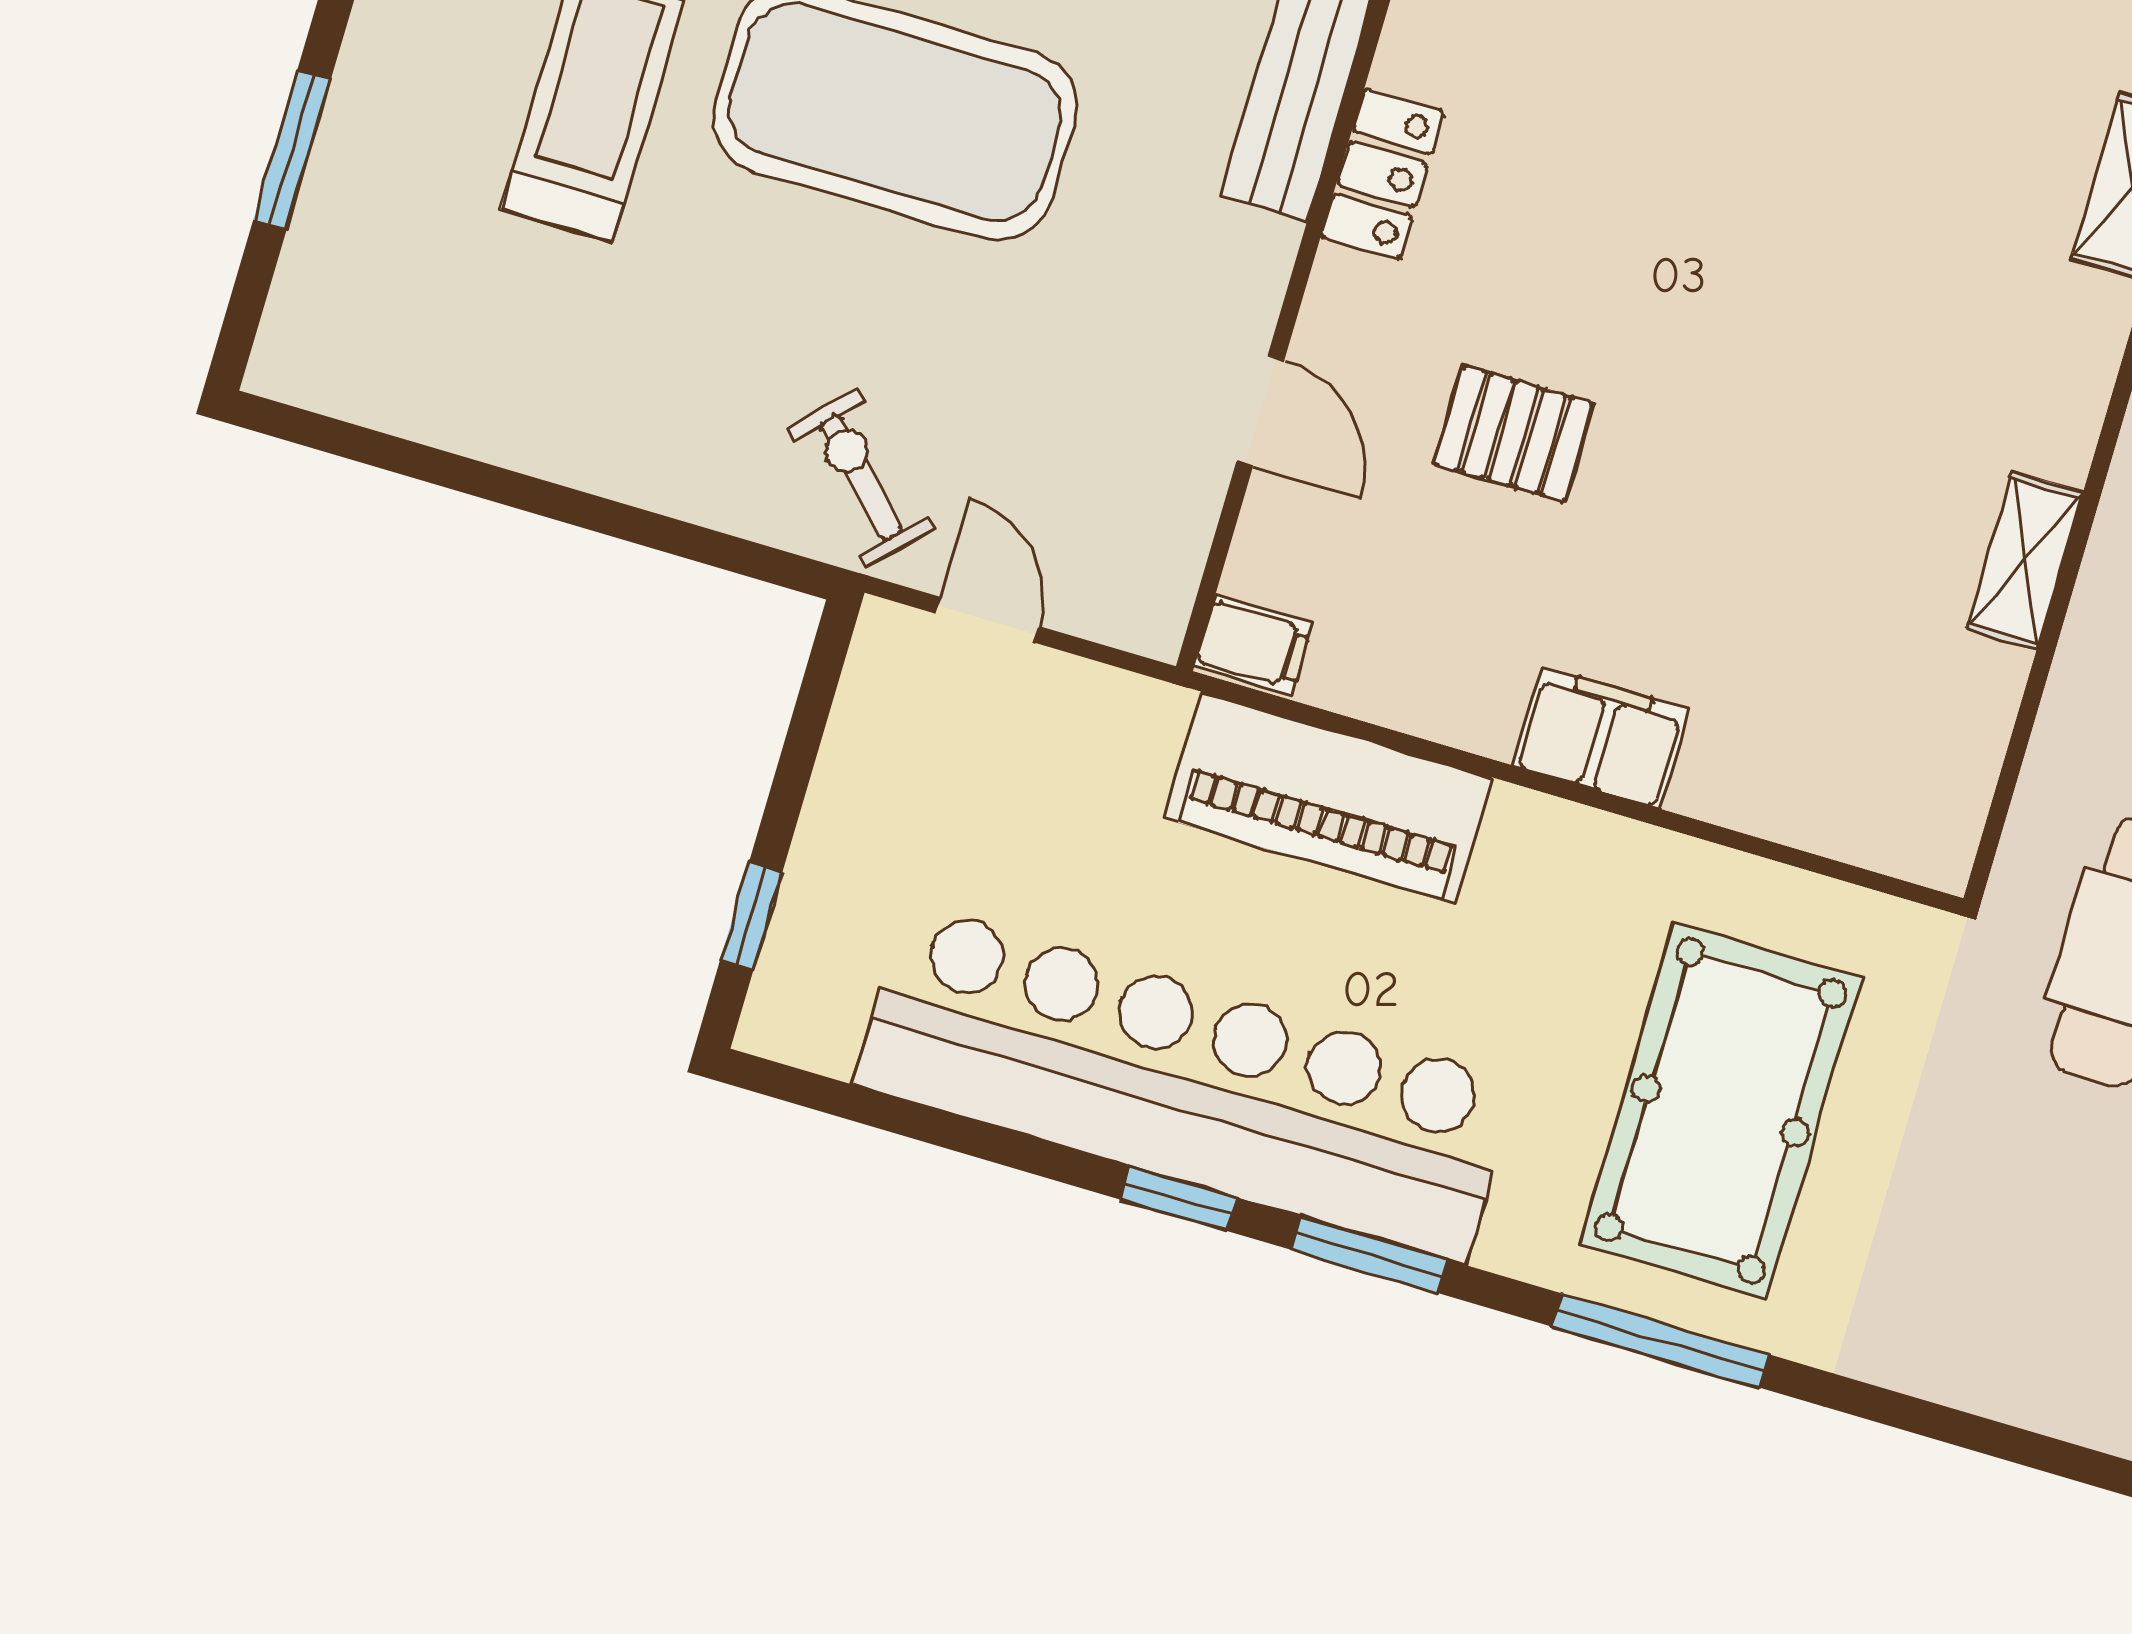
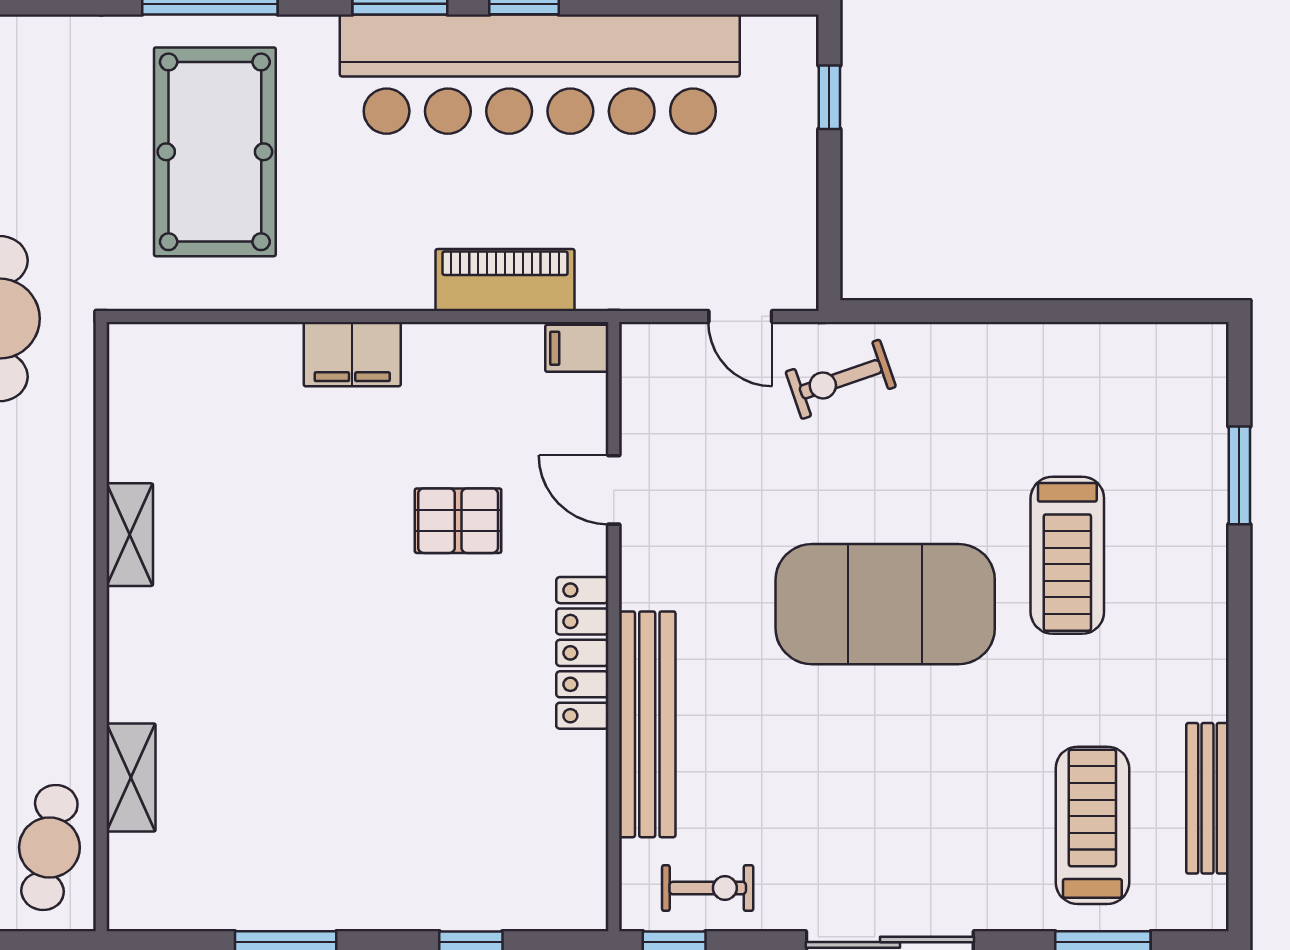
locker: (1382, 174) -> (582, 653), width x1.53
exercise bike: (861, 478) -> (841, 379), turned 116
piano: (1328, 798) -> (505, 280), width x0.73, depth x0.75

